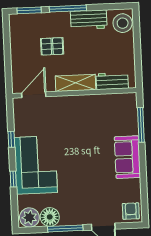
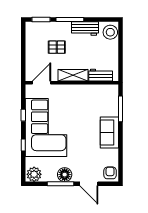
corner sofa: (36, 165) -> (46, 128), width x1.36, depth x1.36
floor lamp: (50, 217) -> (65, 175), moved

